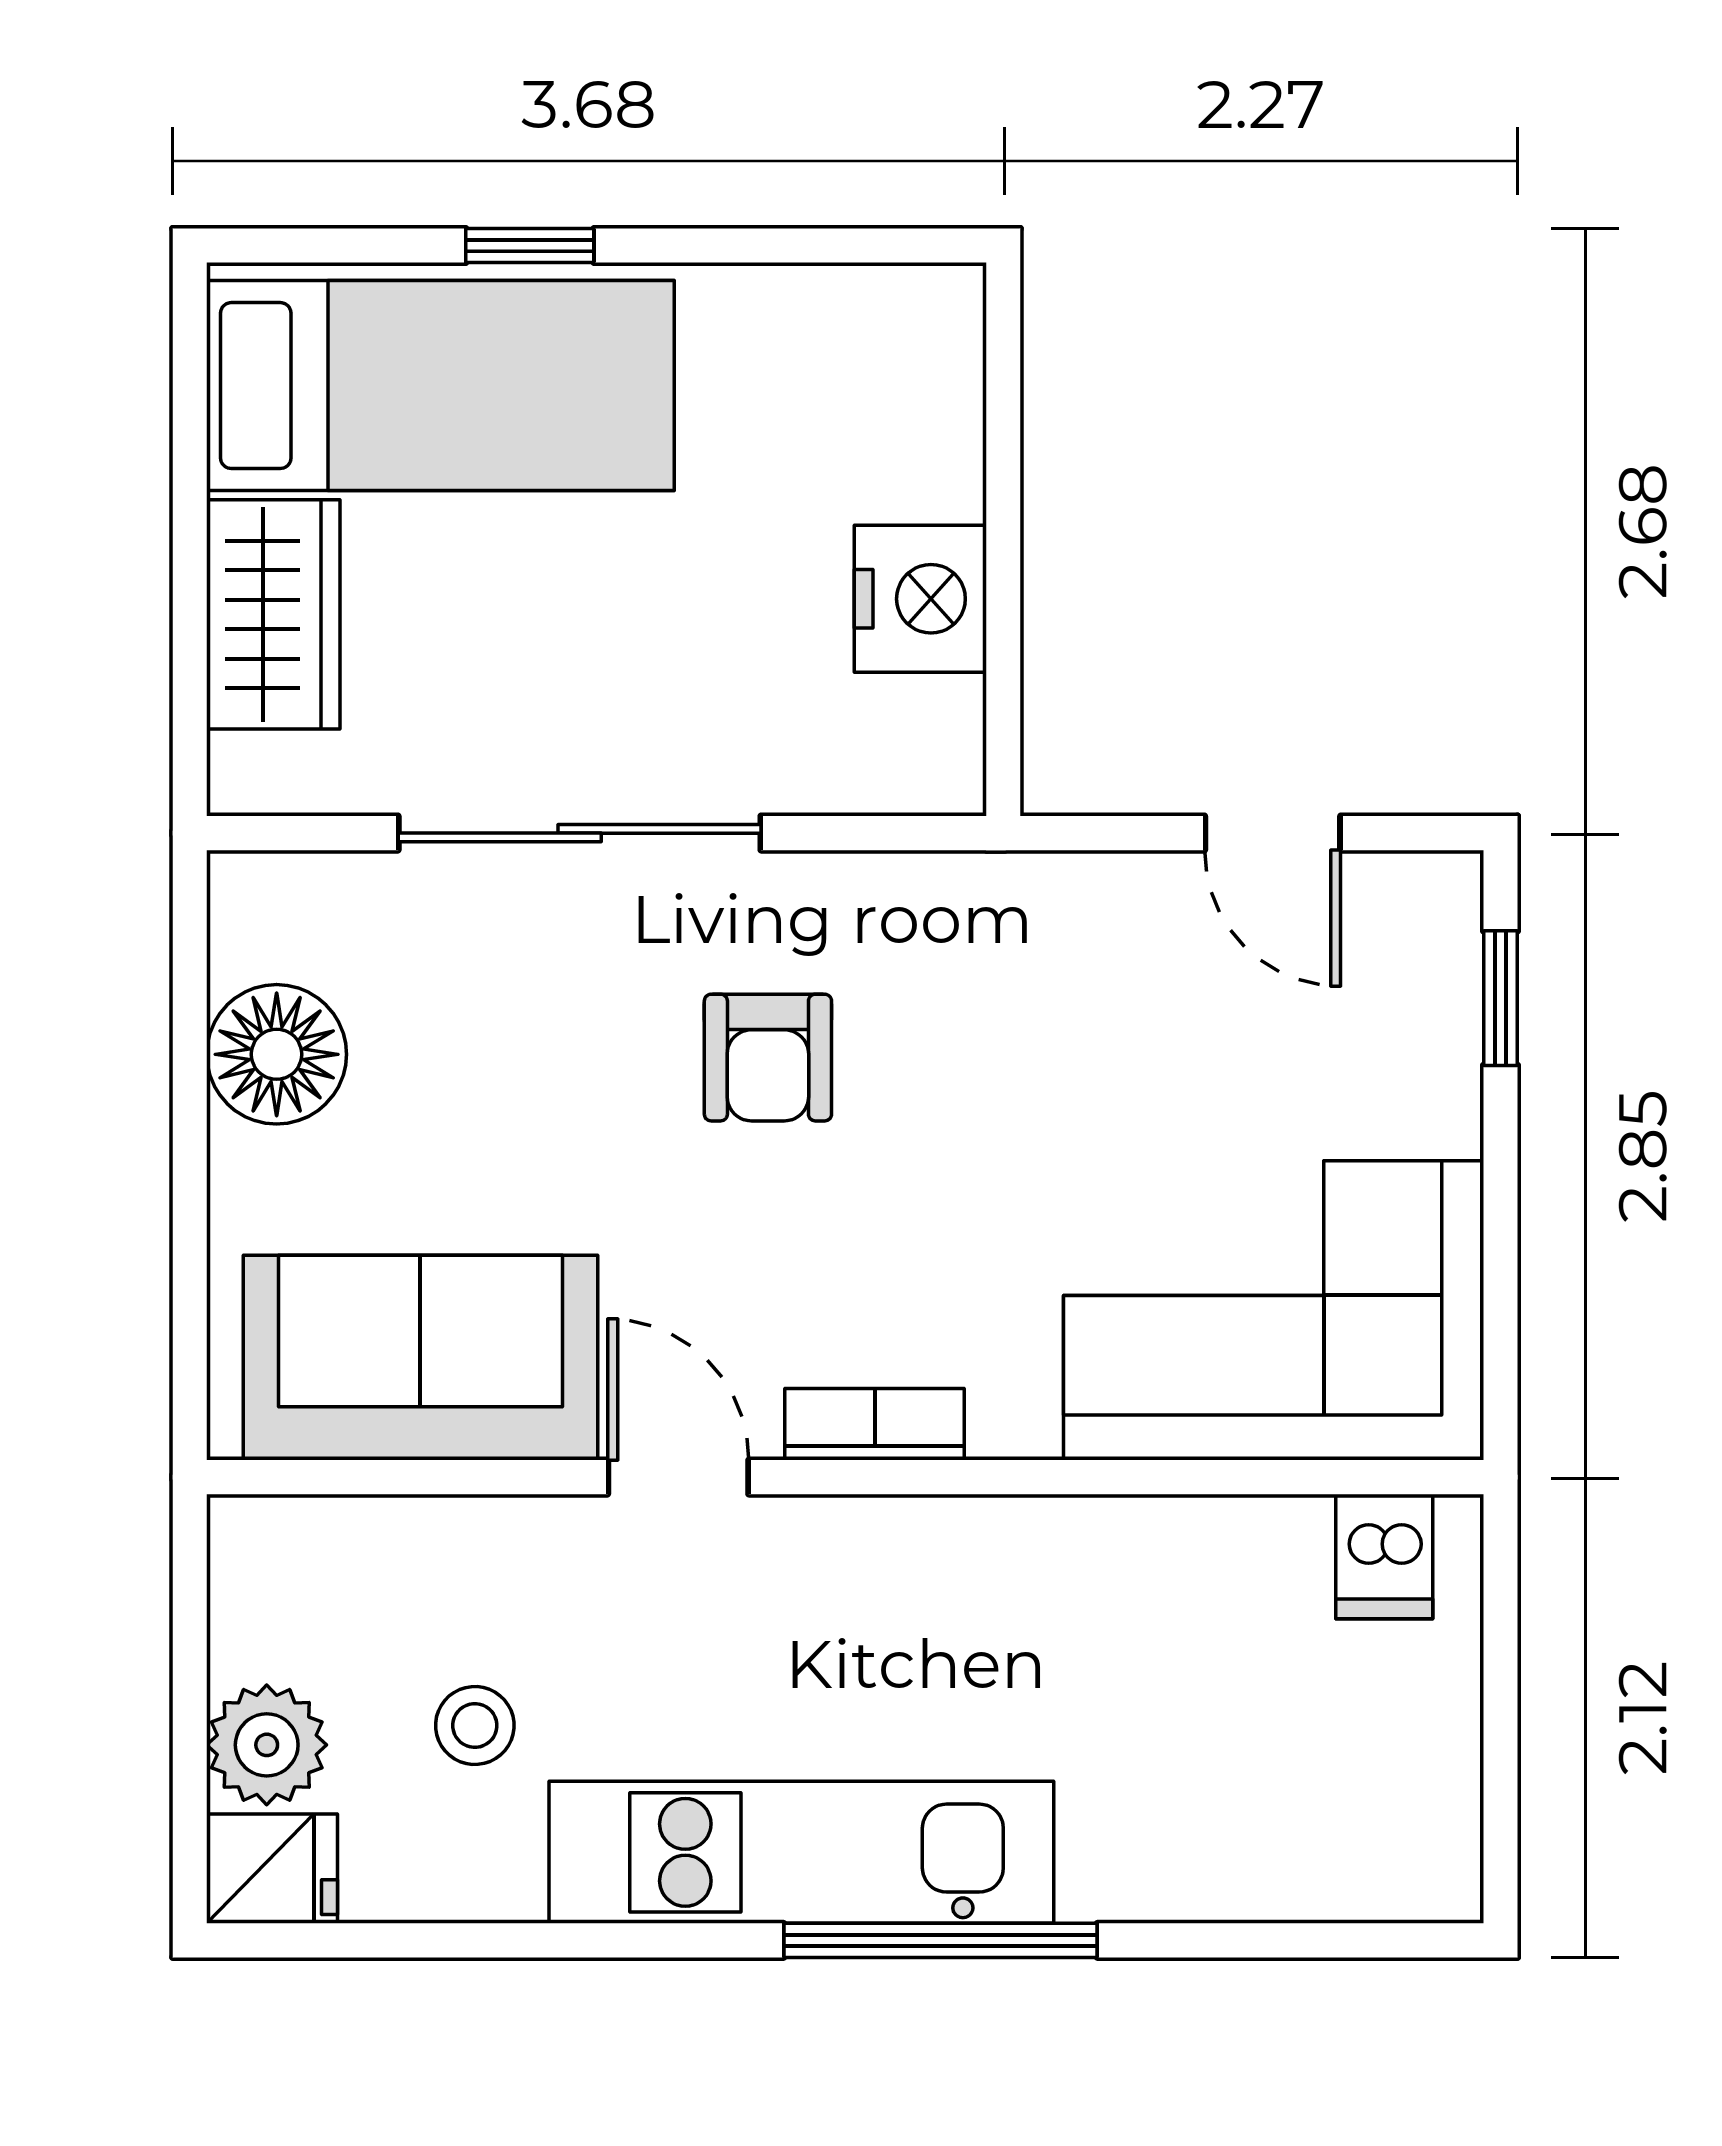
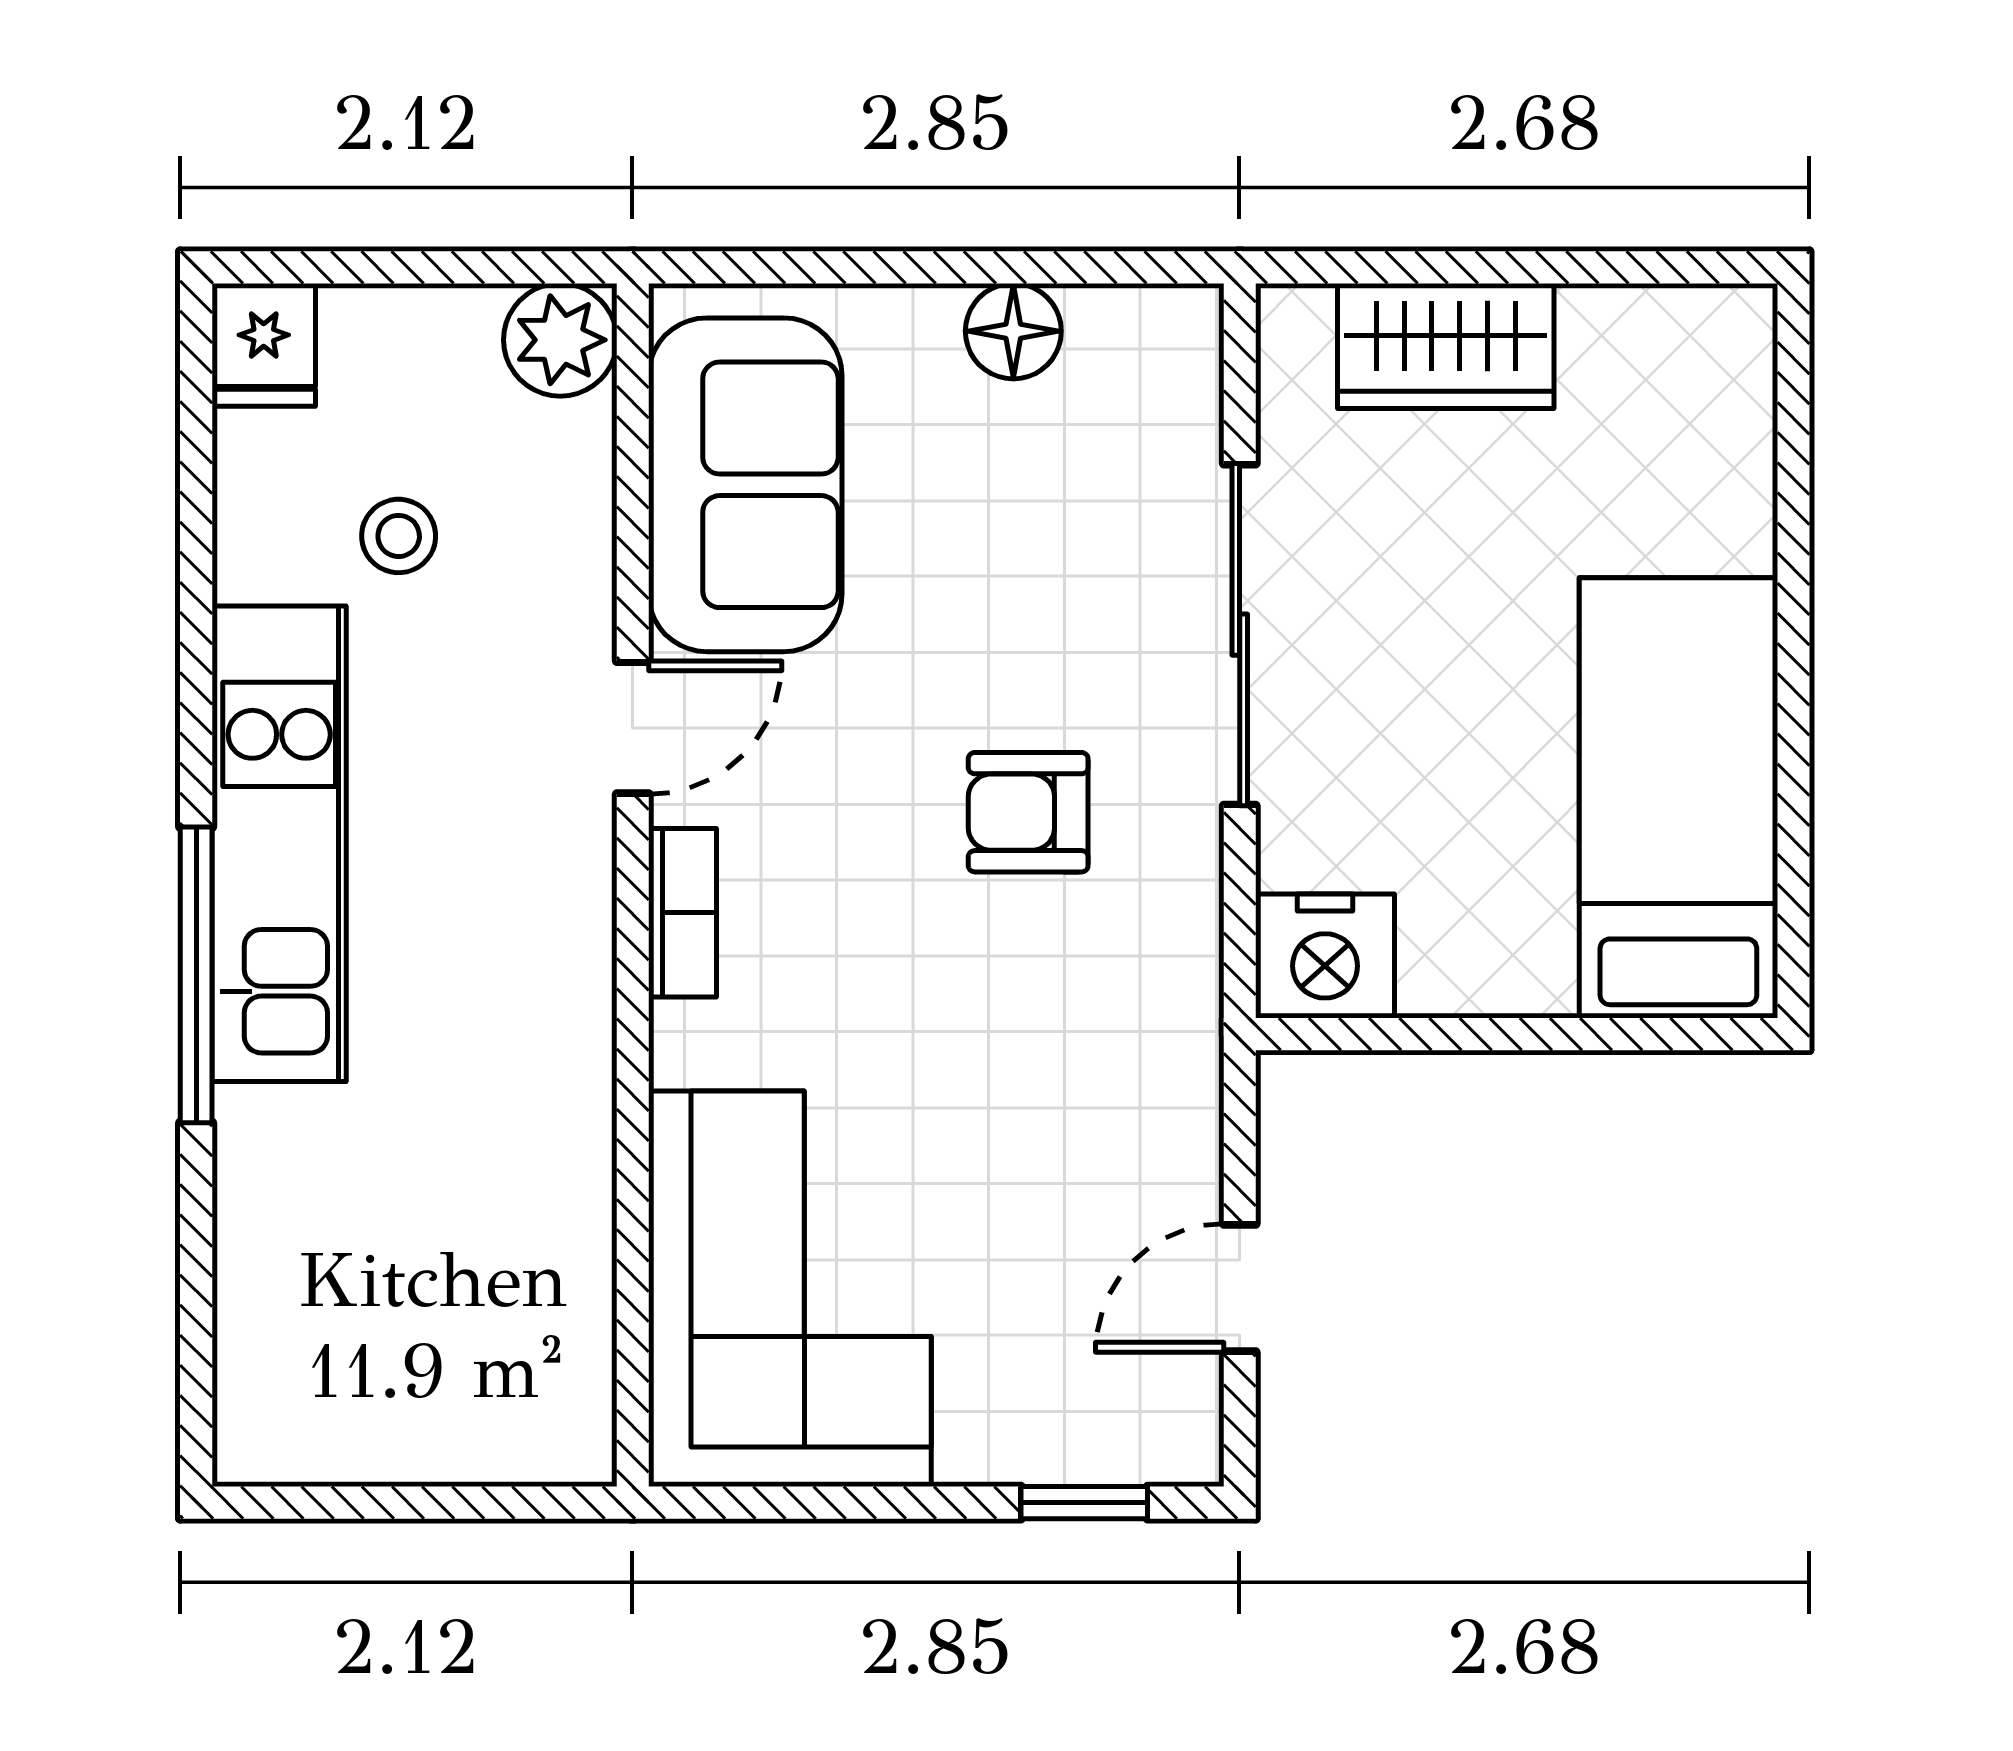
window: (530, 246) -> (1793, 588), removed
bed: (440, 386) -> (1678, 798), moved, turned 180
nightstand: (920, 599) -> (1325, 956), moved
floor lamp: (277, 1054) -> (1013, 331), width x0.73, depth x0.73
dishwasher: (1384, 1556) -> (558, 1393), removed
plant: (267, 1745) -> (560, 340), moved

